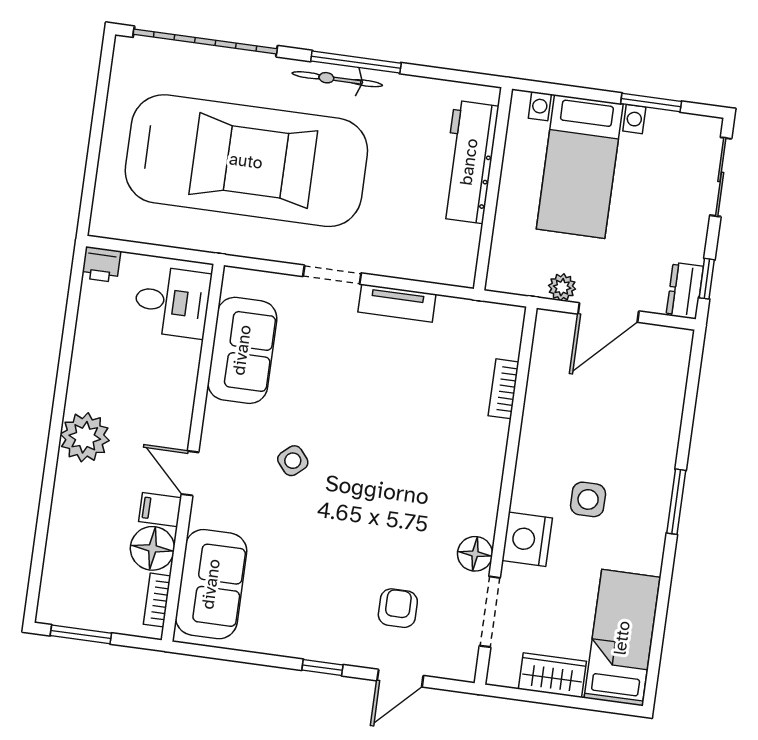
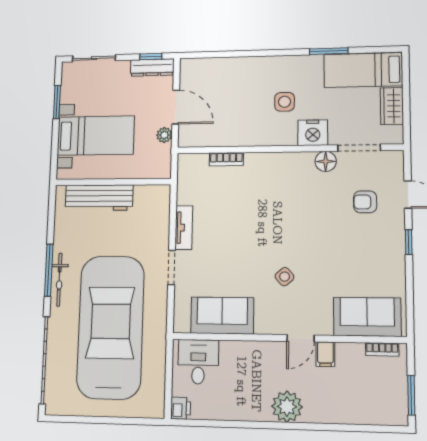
dresser: (685, 291) -> (152, 67), width x1.44
window: (676, 502) -> (329, 51), moved
floor lamp: (152, 548) -> (350, 356), removed

